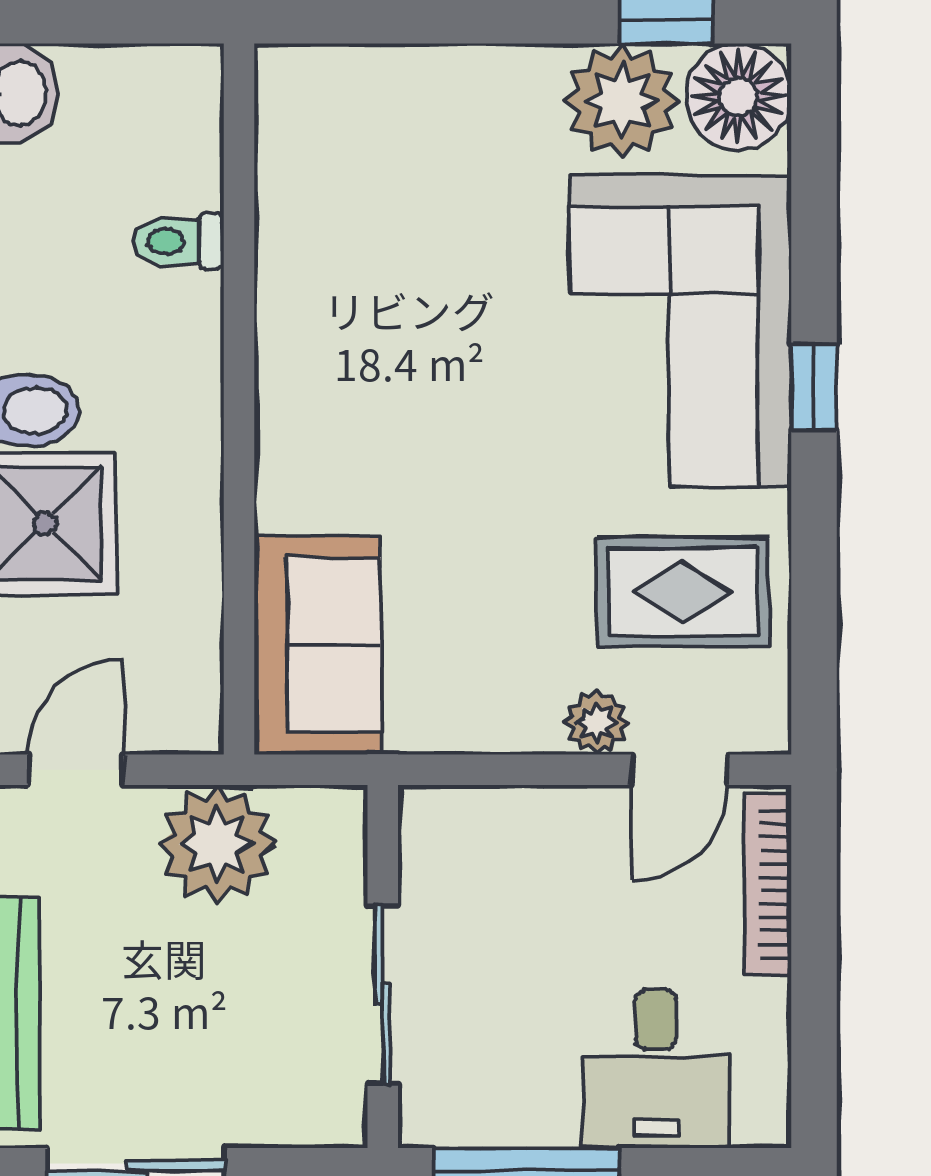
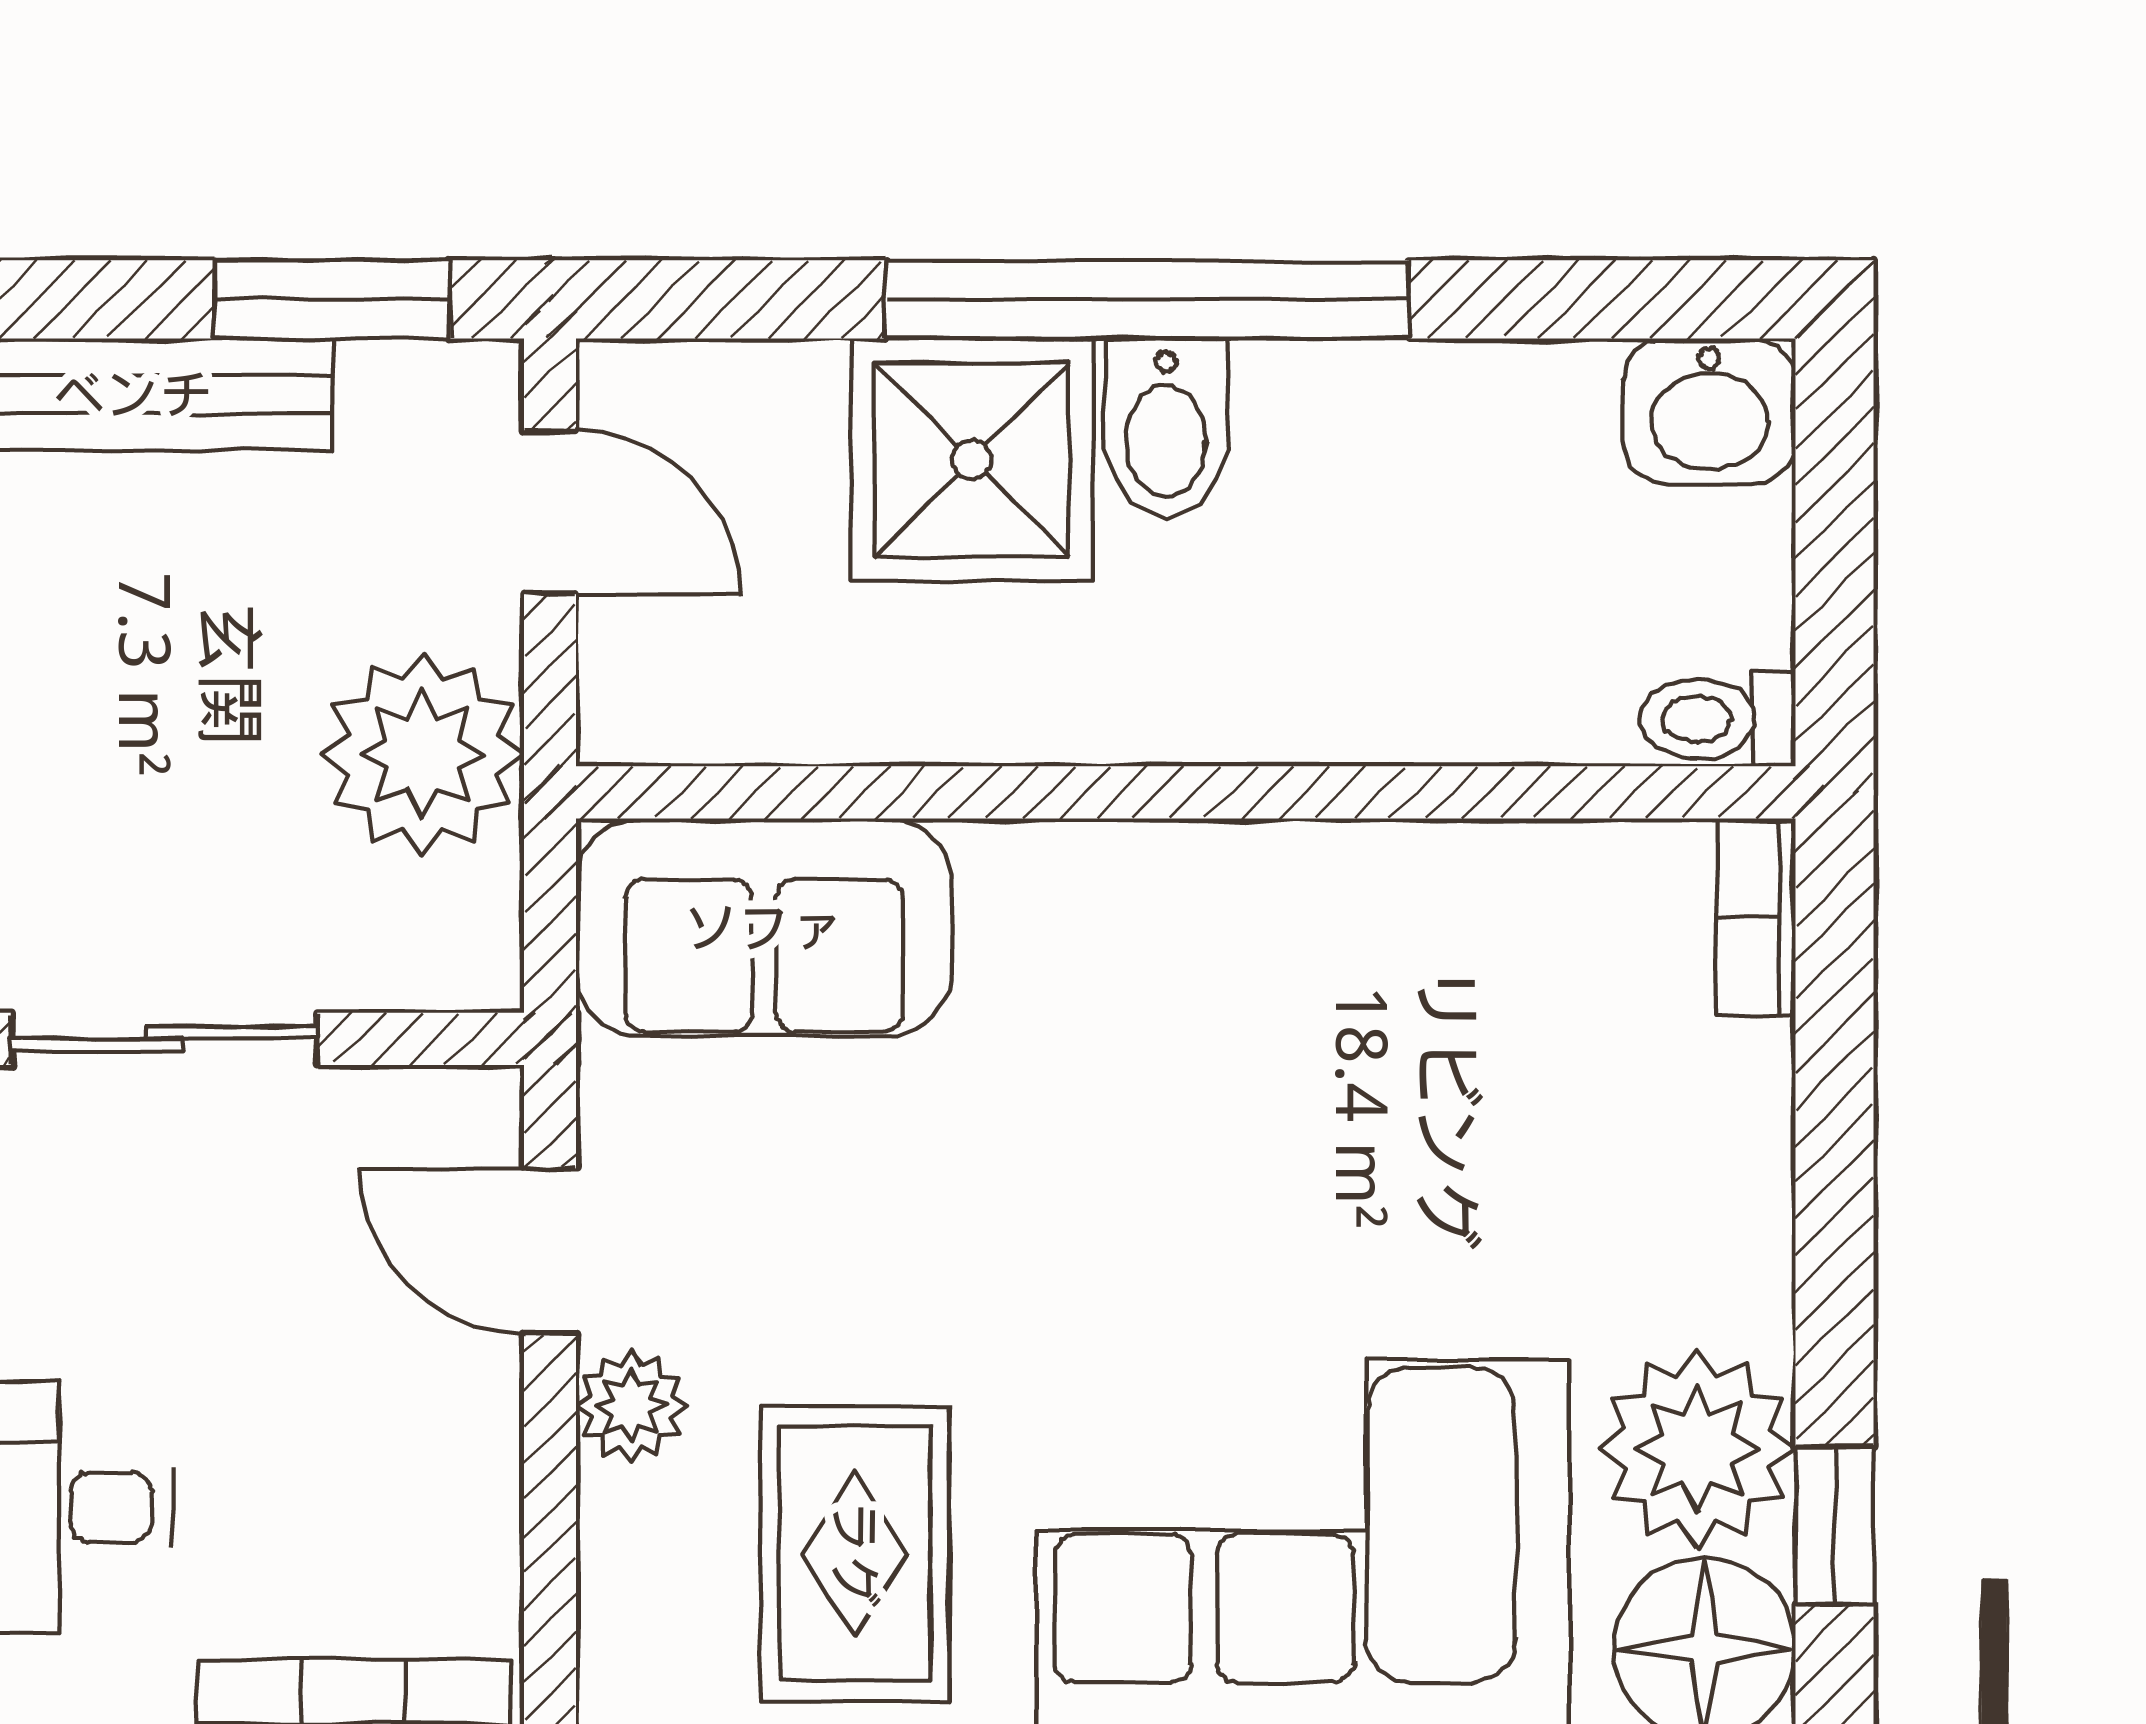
bookcase: (311, 66) -> (1756, 917), added
toilet: (179, 242) -> (1718, 719), moved, turned -90
door: (679, 770) -> (550, 1251), moved

